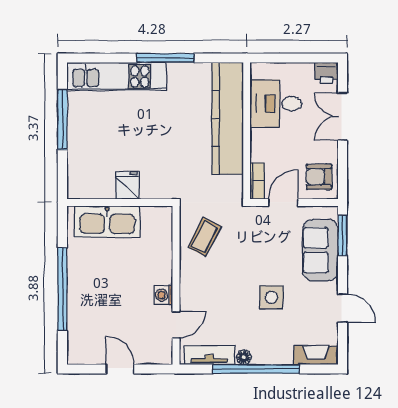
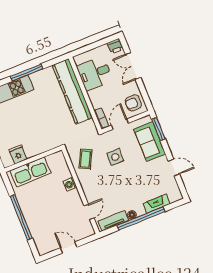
fridge: (127, 185) -> (18, 155), moved
washing machine: (163, 295) -> (70, 184), moved
side table: (271, 297) -> (115, 157), moved
fireplace: (316, 355) -> (156, 204), moved

